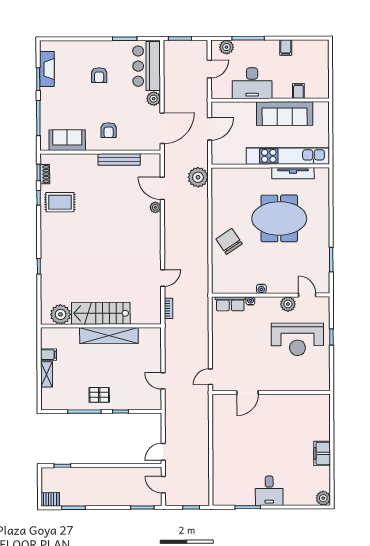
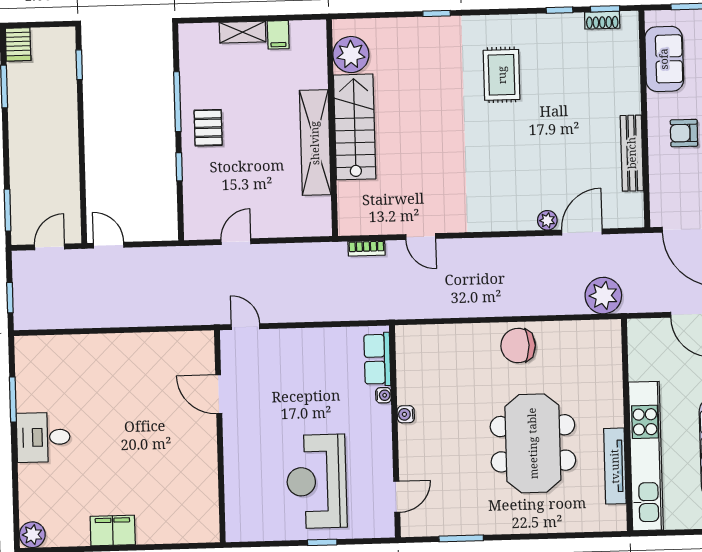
rug: (60, 202) -> (502, 75), moved
chair: (229, 241) -> (518, 346), moved, turned -146
plant: (288, 304) -> (379, 463), removed

